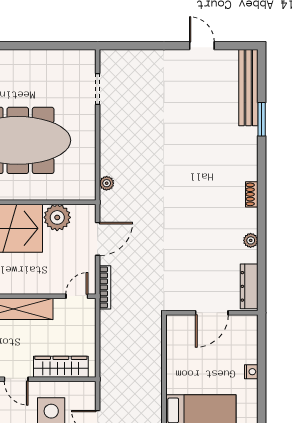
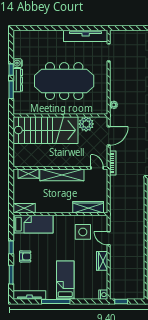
tv unit: (56, 59) -> (86, 36), added
door: (77, 296) -> (97, 168), hinge flipped
door: (16, 379) -> (63, 214), removed

